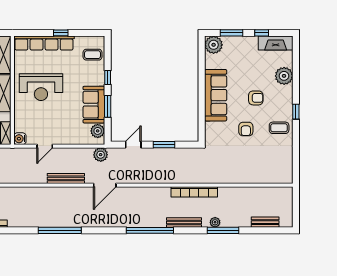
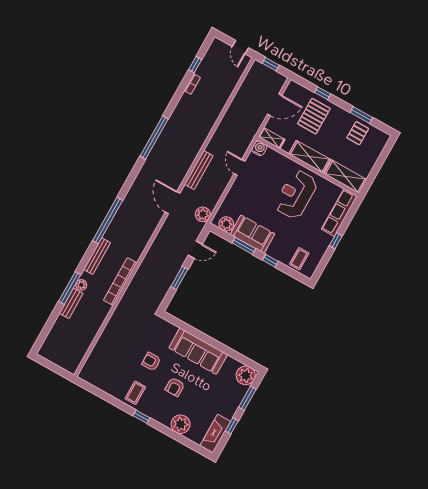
row of seats: (44, 43) -> (339, 213), width x0.73
door: (133, 145) -> (195, 250), hinge flipped
bench: (265, 222) -> (71, 303), moved

